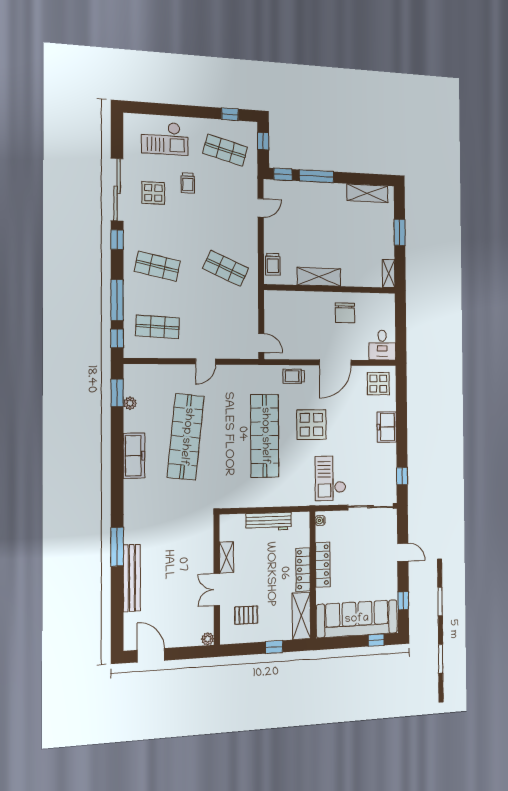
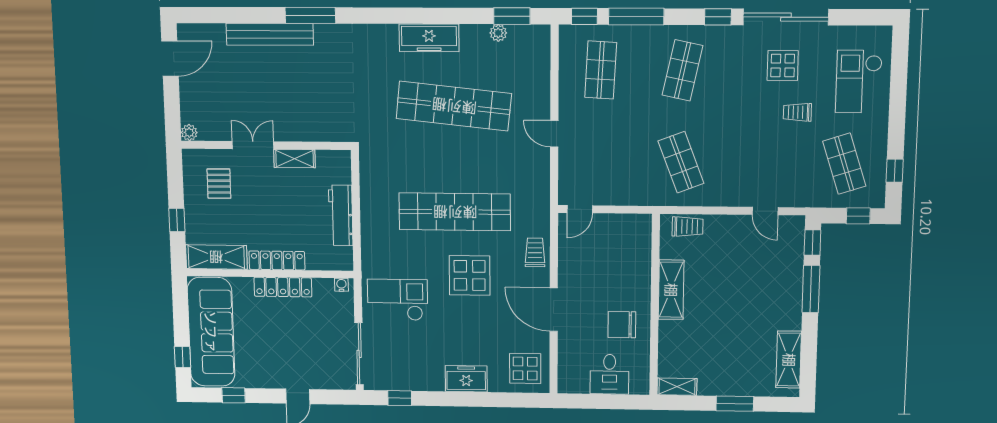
shop shelf: (225, 150) -> (844, 164), turned -33
trolley: (273, 264) -> (688, 227), turned 180
shop shelf: (226, 268) -> (681, 162), turned -45
desk: (382, 345) -> (610, 374), moved, turned -90

